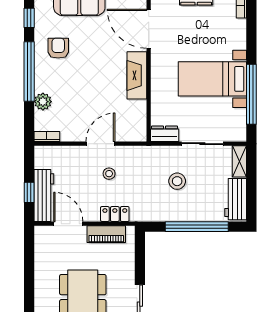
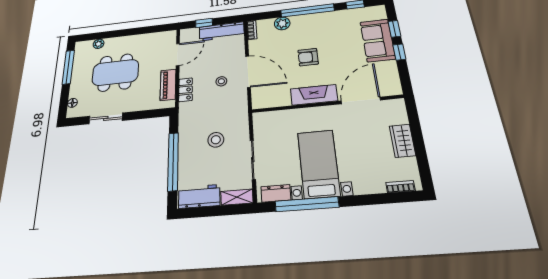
armchair: (58, 48) -> (308, 57), moved, turned 180
dresser: (165, 134) -> (276, 193), moved, turned -90
door: (100, 144) -> (248, 72), width x1.36
workbench: (44, 195) -> (222, 31), moved

